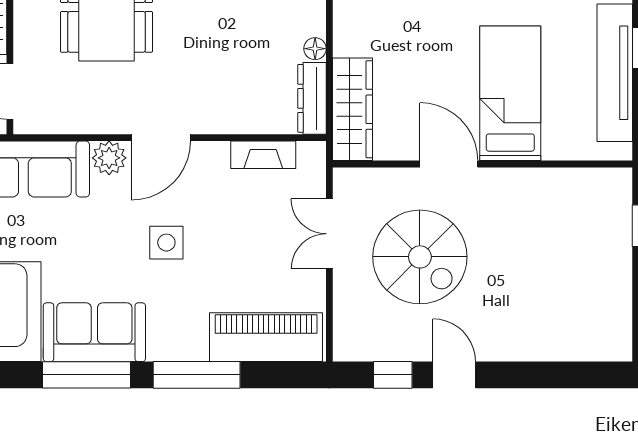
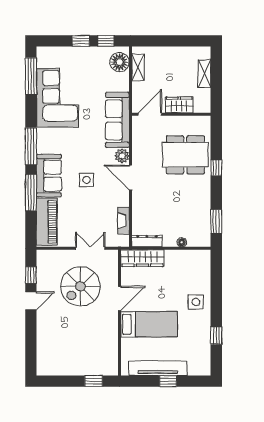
floor lamp: (315, 49) -> (182, 242), moved
sofa: (94, 332) -> (49, 176), moved

